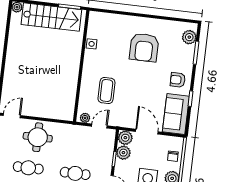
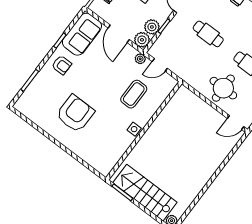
plant: (189, 37) -> (27, 99), removed
side table: (92, 44) -> (134, 129), moved
plant: (85, 118) -> (140, 59), moved

